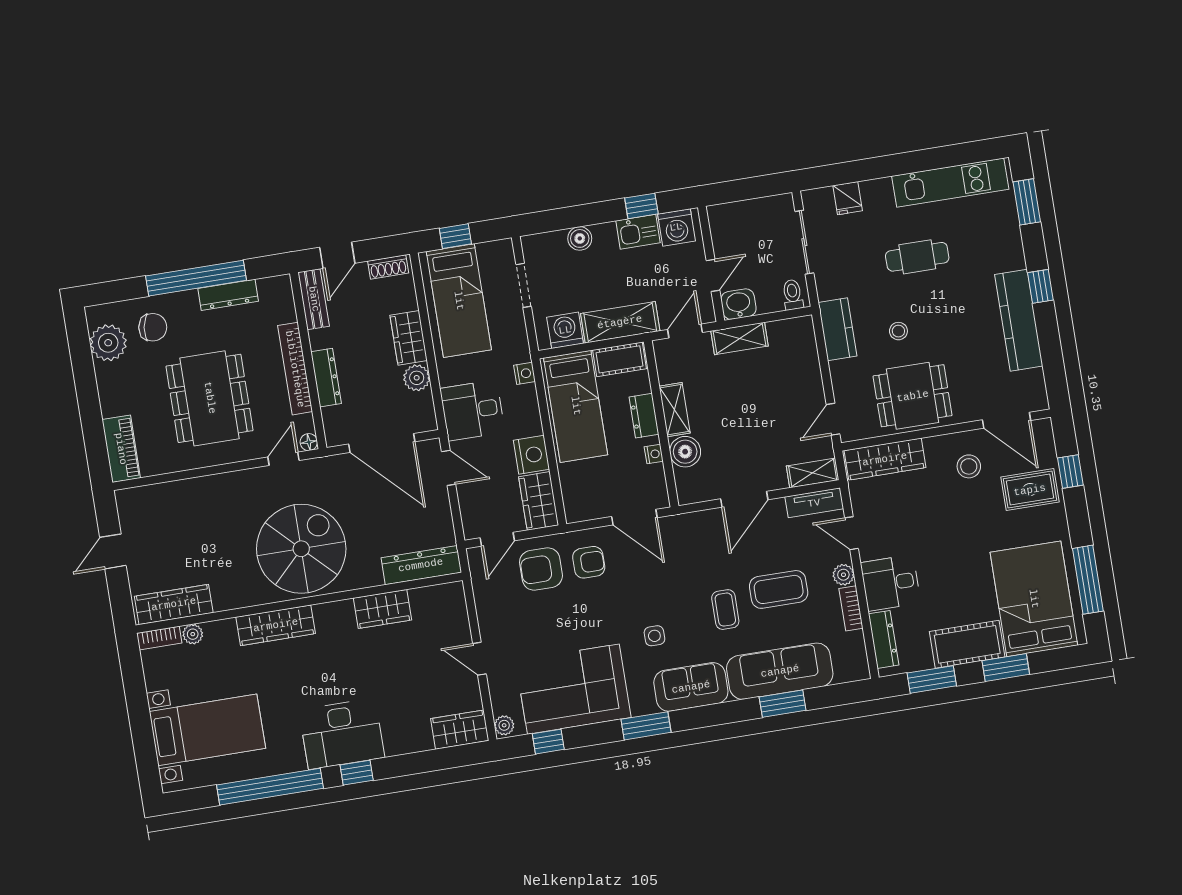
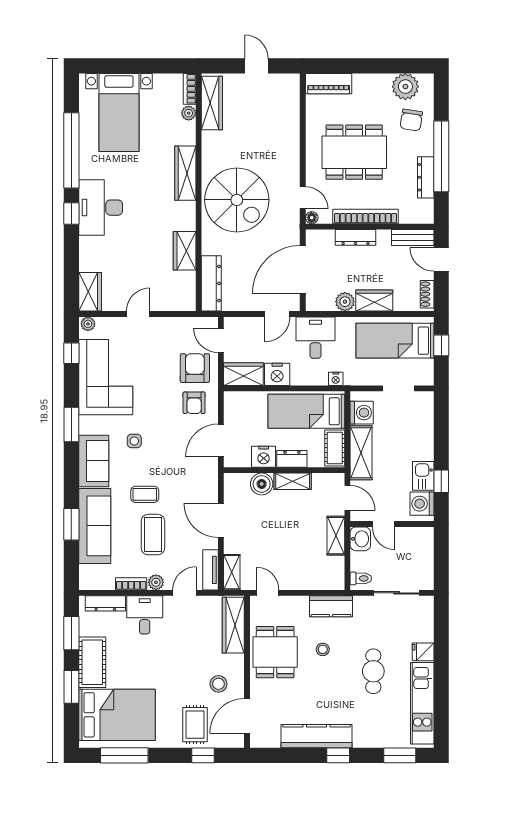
fridge: (848, 198) -> (423, 652), moved
boiler: (580, 238) -> (425, 434), removed
nightstand: (654, 454) -> (264, 457), width x1.89, depth x1.79

